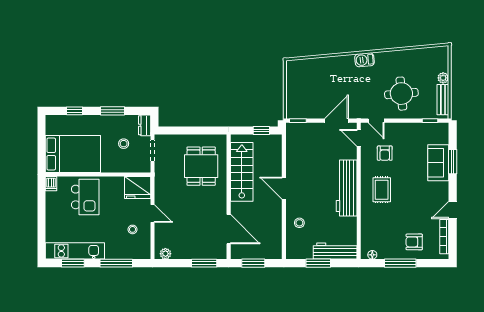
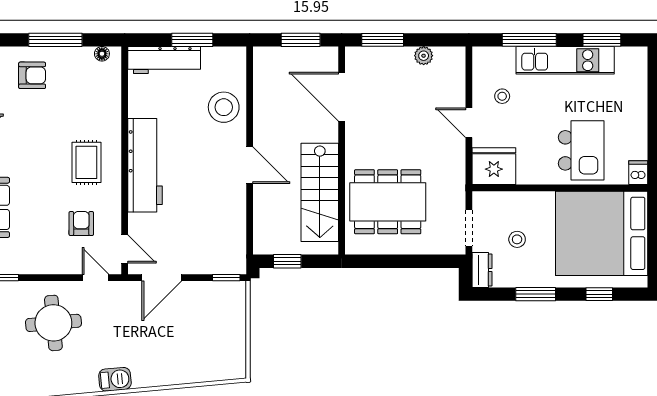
bed: (73, 154) -> (602, 233), width x1.36
dining table: (201, 166) -> (388, 202), width x1.37
kitchen island: (85, 197) -> (581, 150), turned 180
stool: (299, 223) -> (224, 107), width x1.89, depth x1.89
kitchen unit: (75, 251) -> (565, 60), moved
plant: (165, 254) -> (424, 56), moved

